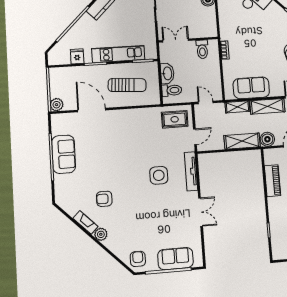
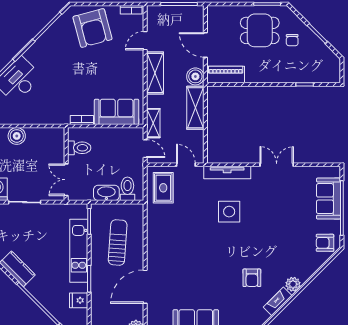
sofa: (251, 88) -> (117, 112), moved, turned 90
door: (206, 102) -> (145, 149), swing flipped
shelving: (237, 107) -> (153, 123), moved
piano: (273, 181) -> (226, 75), moved

